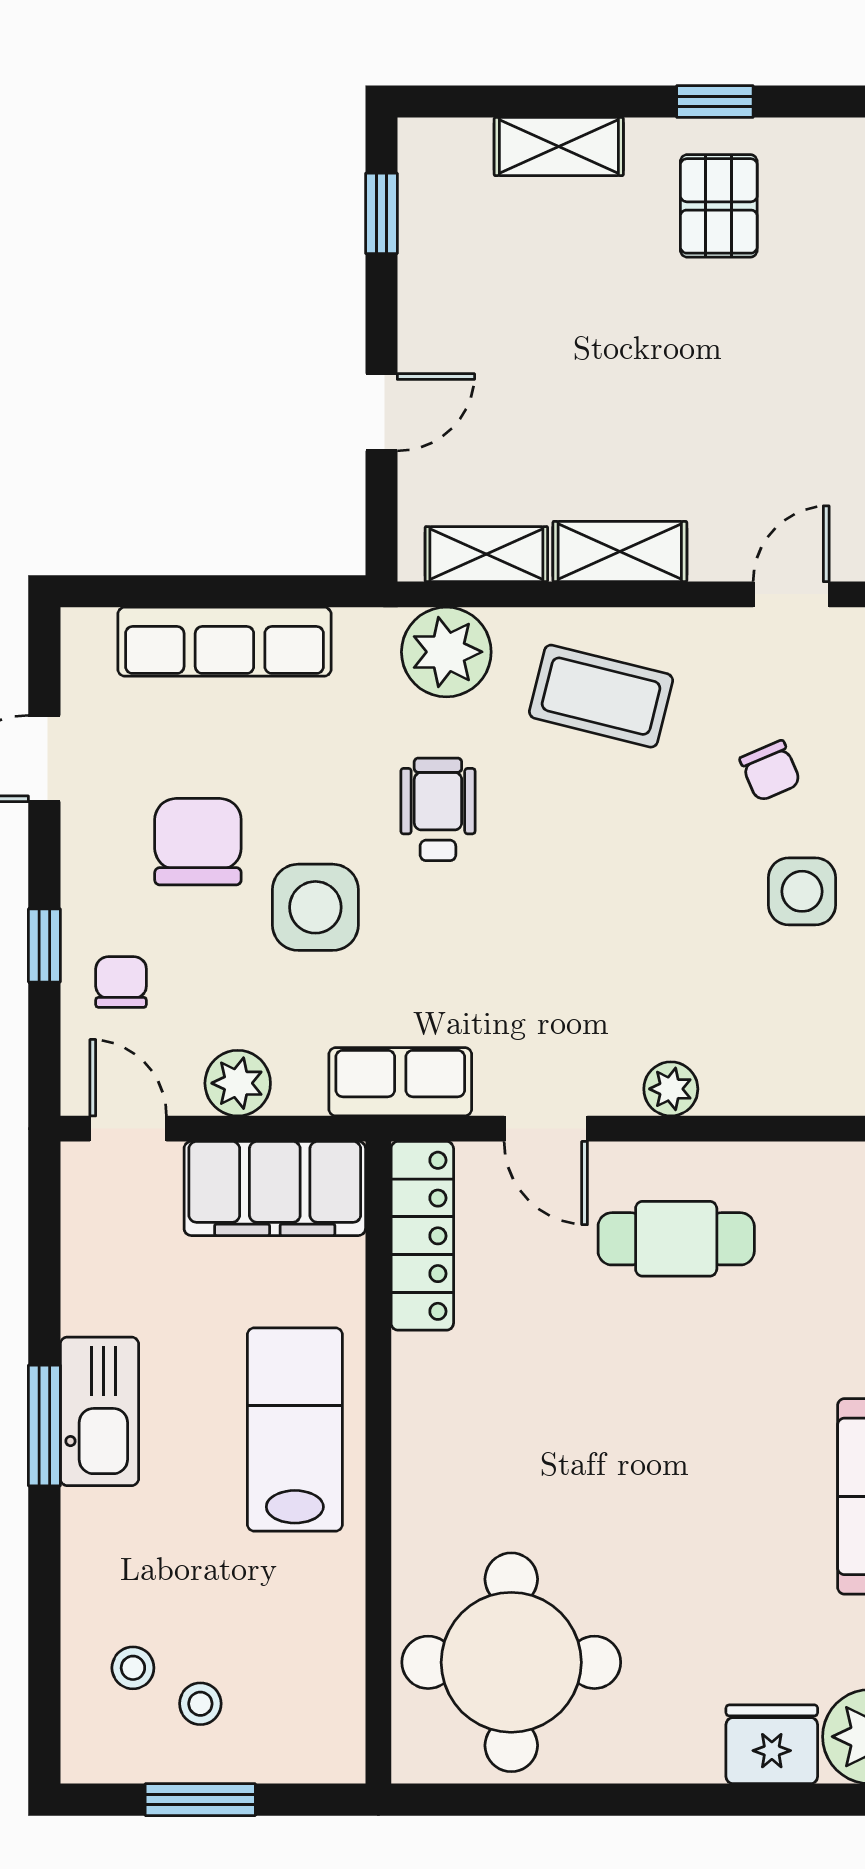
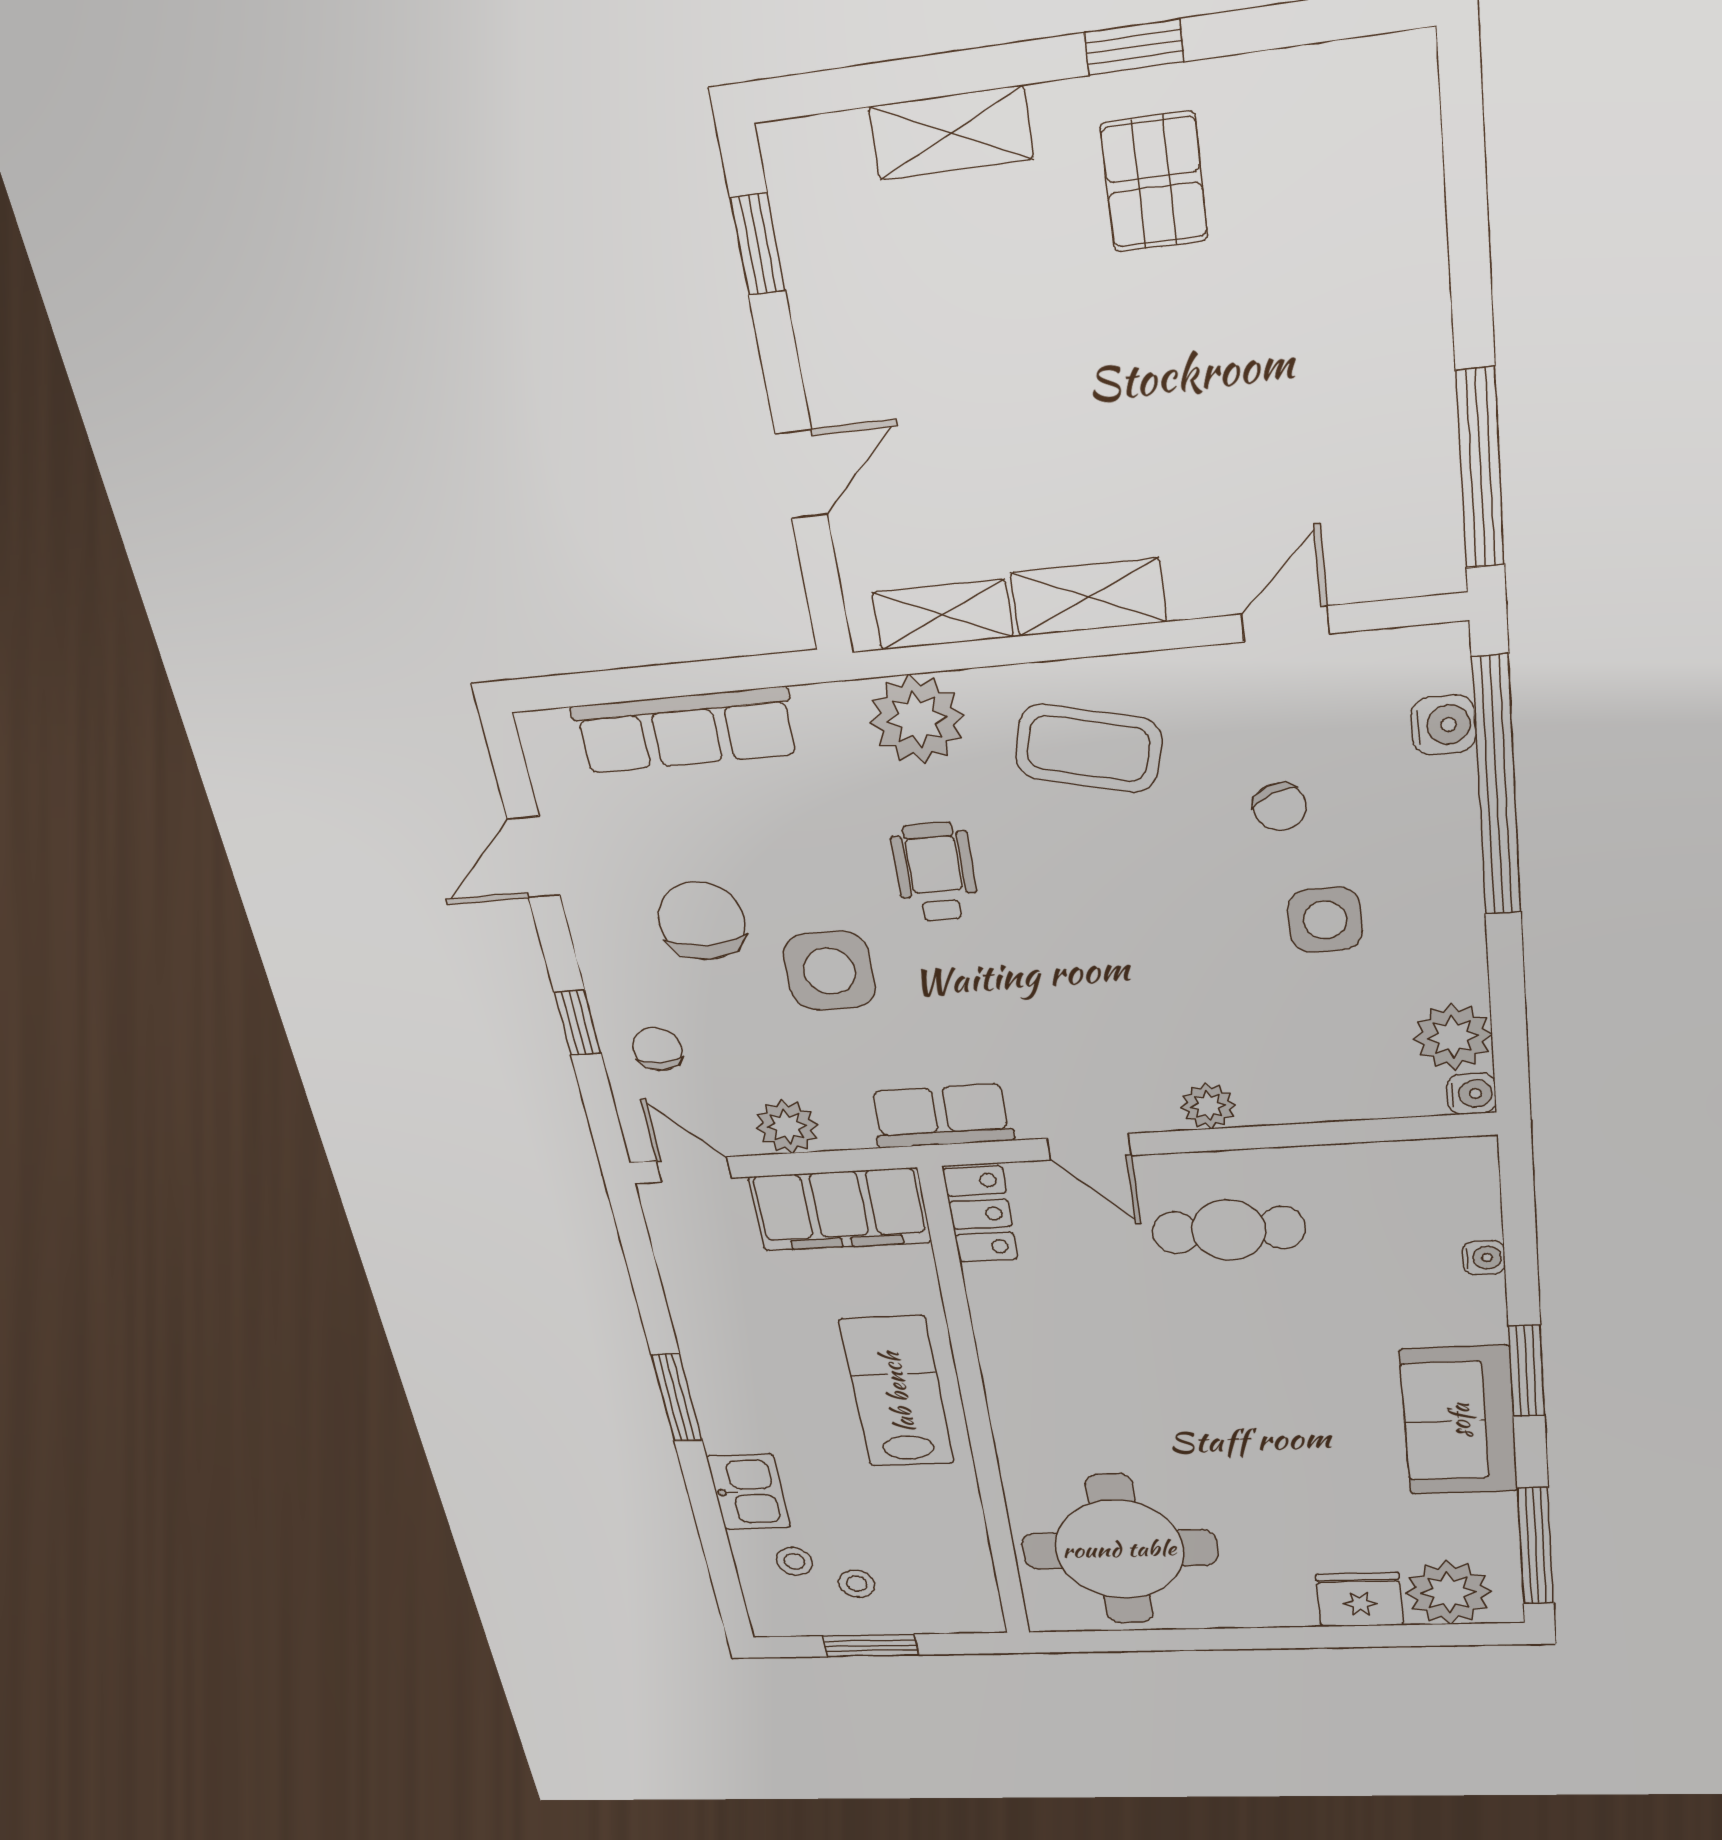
locker: (422, 1236) -> (980, 1214), width x0.66
kitchen sink: (99, 1411) -> (749, 1492), moved, width x0.73

